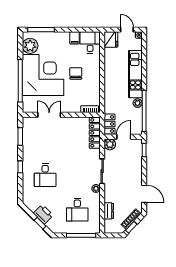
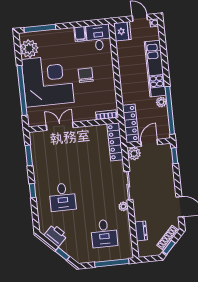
locker: (110, 124) -> (131, 123), width x1.53
printer: (43, 214) -> (56, 235), moved

